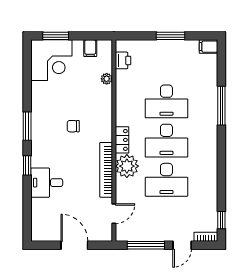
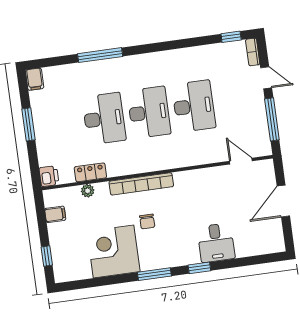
window: (56, 36) -> (47, 256), width x0.67
corner desk: (51, 60) -> (114, 251), moved, turned -90
printer: (123, 60) -> (49, 176), moved, turned 90
locker: (122, 140) -> (90, 172), moved
plant: (127, 166) -> (184, 154), removed
bookcase: (106, 170) -> (141, 184), moved

